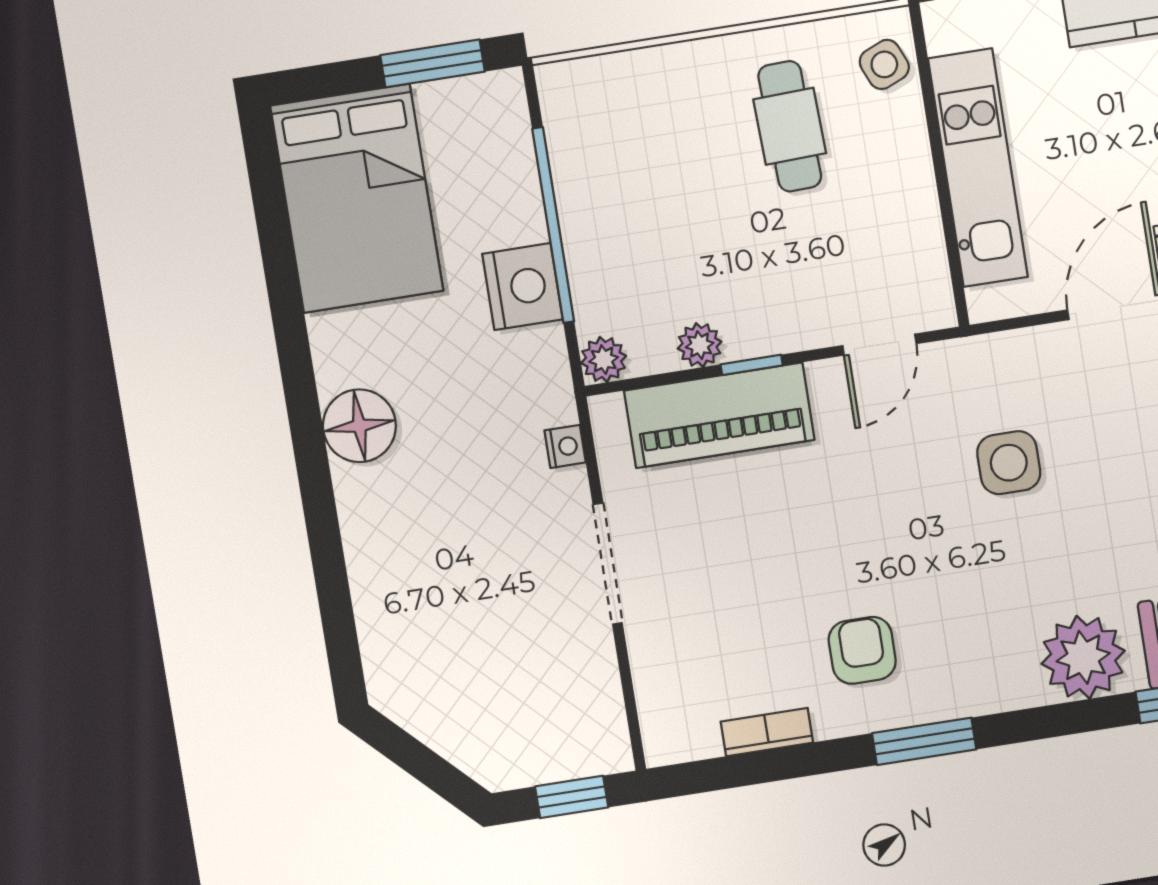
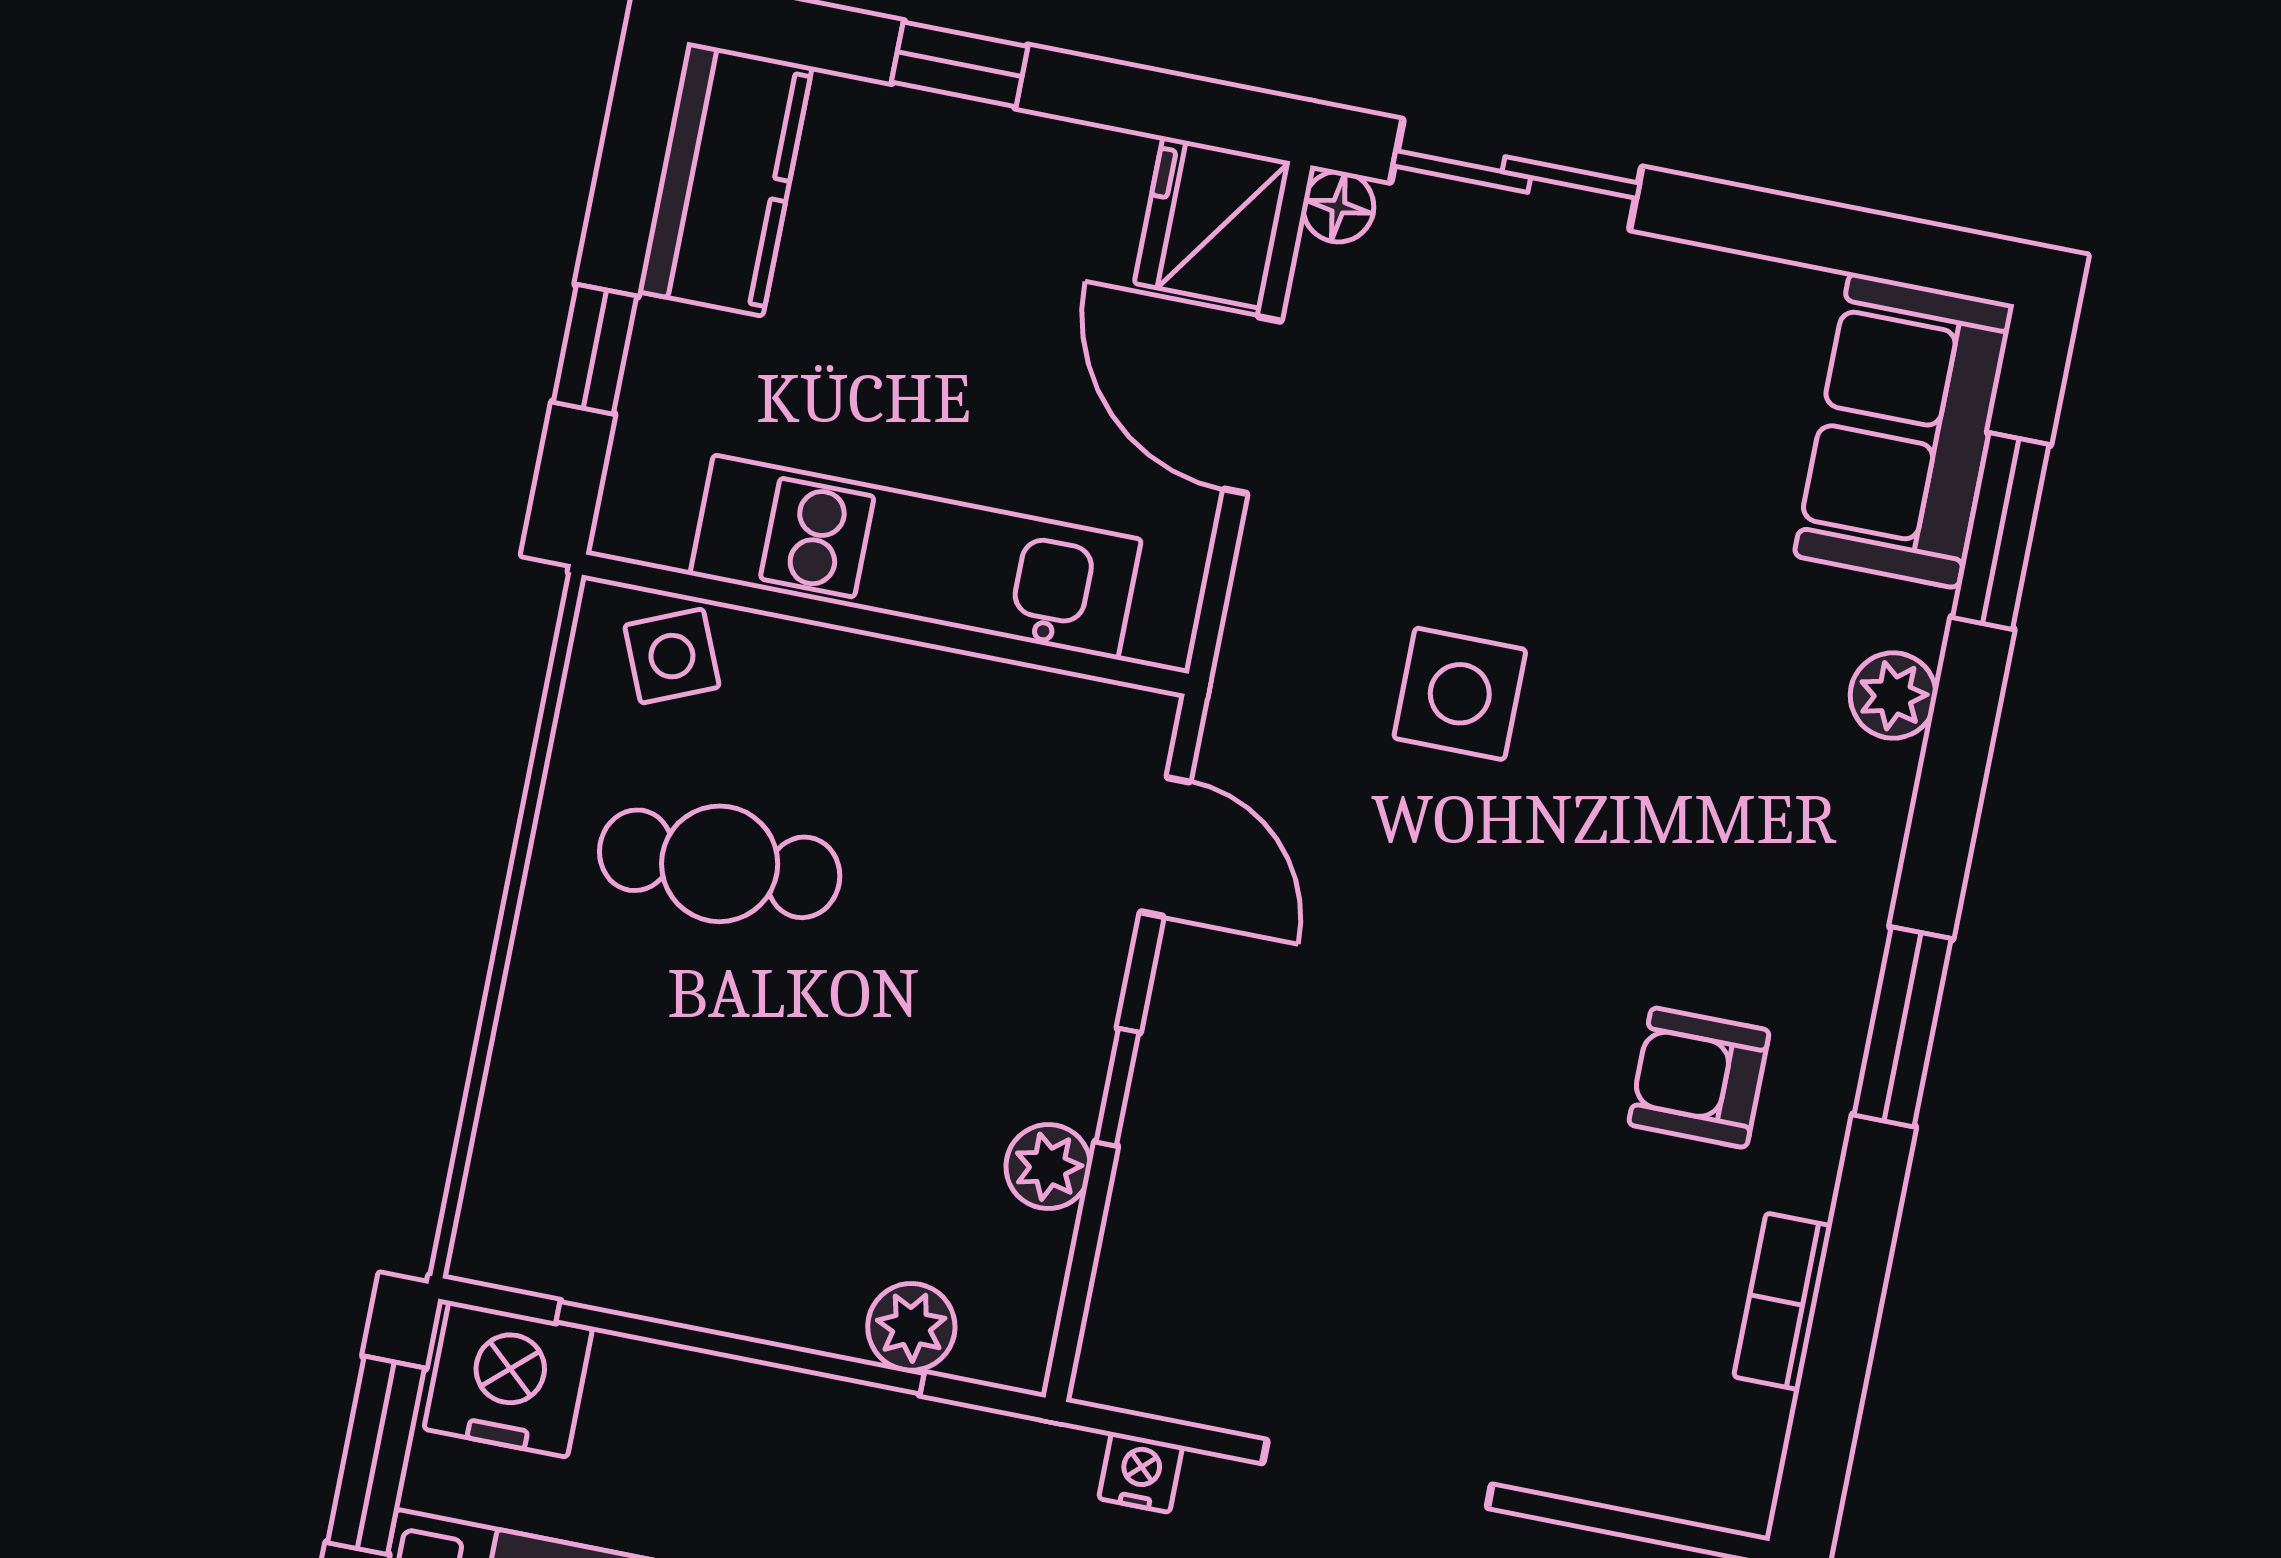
nightstand: (523, 287) -> (508, 1379), moved
plant: (604, 360) -> (911, 1327), moved
piano: (719, 415) -> (1186, 1178), removed
plant: (1083, 657) -> (1893, 696), width x0.53, depth x0.53

